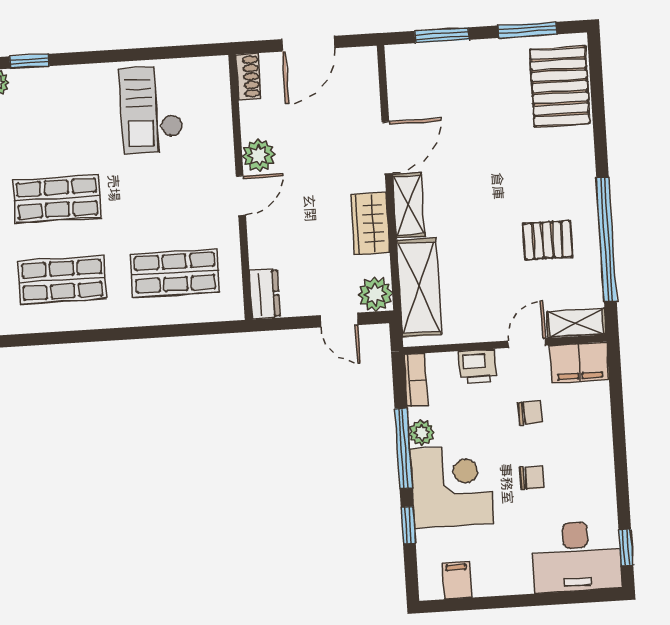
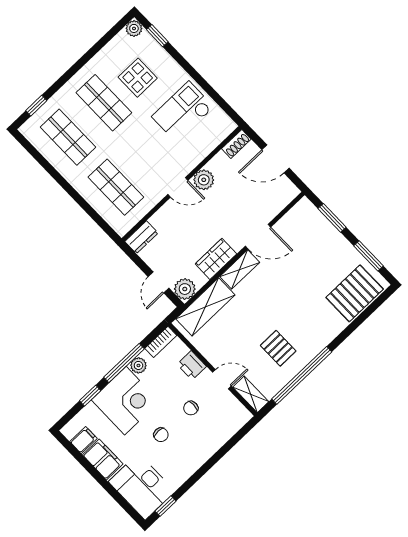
display table: (61, 130) -> (138, 78), added
filing cabinet: (579, 363) -> (103, 459), moved, turned 180
chair: (530, 412) -> (191, 408), turned 92

